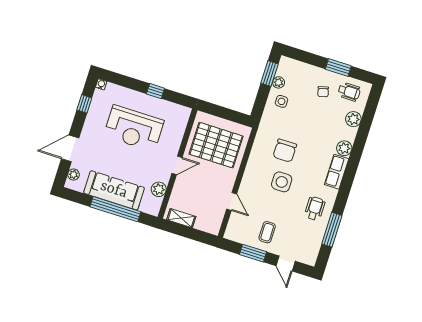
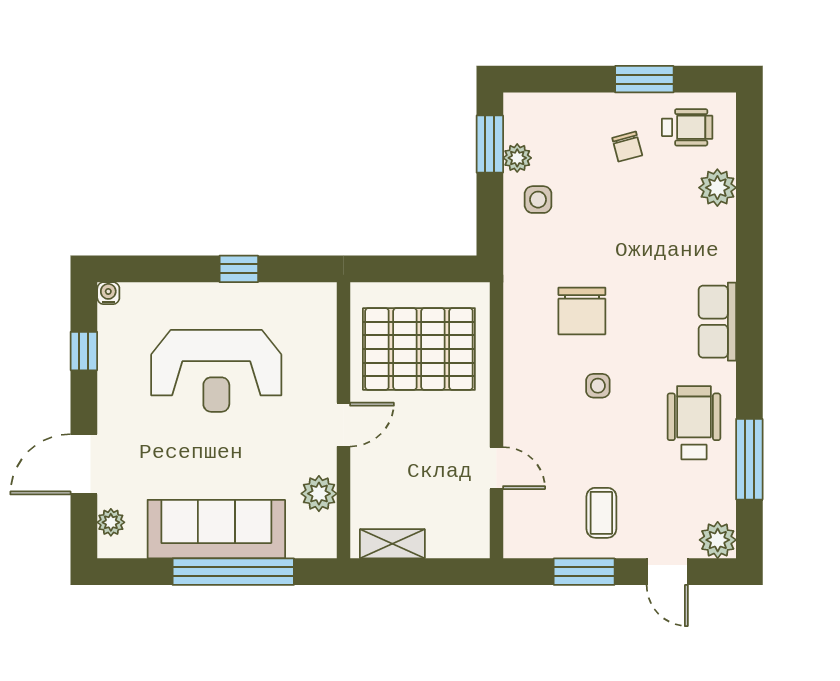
plant: (344, 148) -> (718, 540), moved
side table: (282, 182) -> (598, 386), width x0.54, depth x0.54
wheelchair: (315, 208) -> (694, 423), width x1.36, depth x1.37

